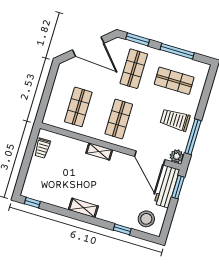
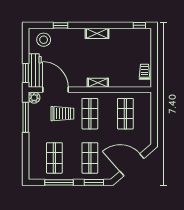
shop shelf: (174, 81) -> (54, 158), turned 90
trolley: (175, 120) -> (62, 114), moved

